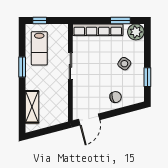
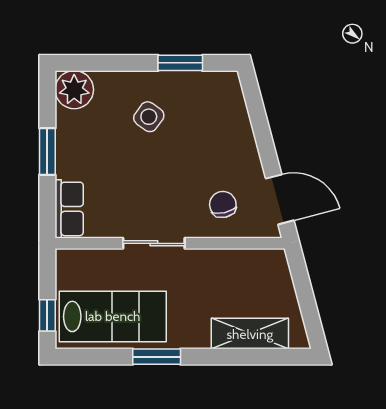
window: (120, 20) -> (47, 151), moved
row of seats: (98, 30) -> (69, 209), width x0.50
lab bench: (39, 48) -> (113, 316), width x1.36, depth x1.39
chair: (116, 97) -> (223, 204), moved

